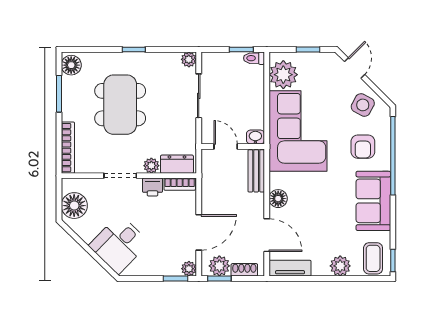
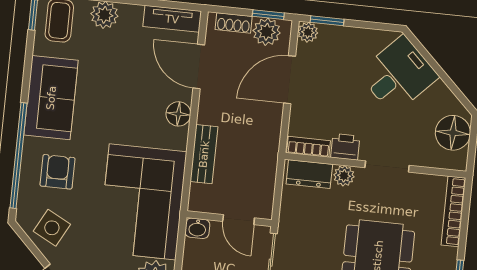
washbasin: (255, 137) -> (197, 228), moved
door: (226, 147) -> (239, 220), moved
wall: (233, 147) -> (229, 219), moved

